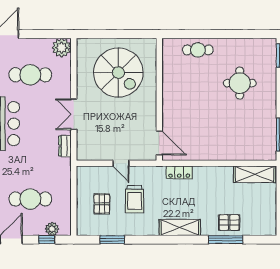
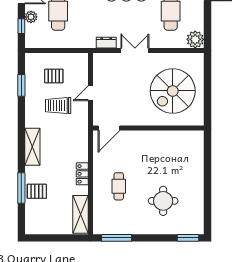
cafe table: (198, 50) -> (119, 186), moved
locker: (179, 172) -> (82, 174), moved
pallet: (229, 223) -> (37, 191), turned 90
plant: (52, 229) -> (31, 17), moved

